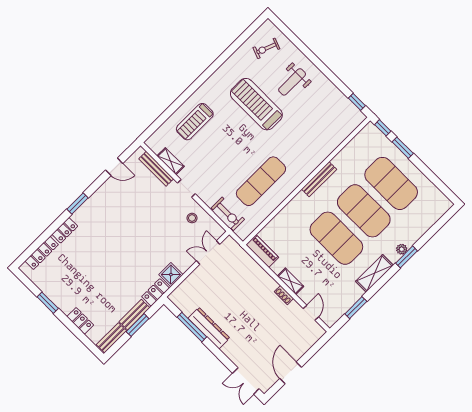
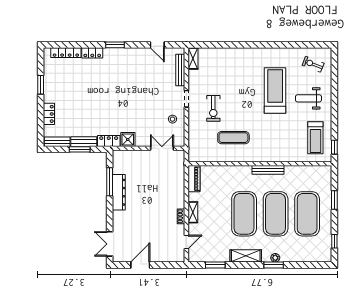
treadmill: (195, 122) -> (315, 138), moved, turned -90
window: (383, 128) -> (334, 241), moved
shelving: (171, 161) -> (193, 58), moved
exercise mat: (261, 181) -> (233, 138), width x0.73, depth x0.69
exercise bike: (228, 214) -> (213, 108), moved

